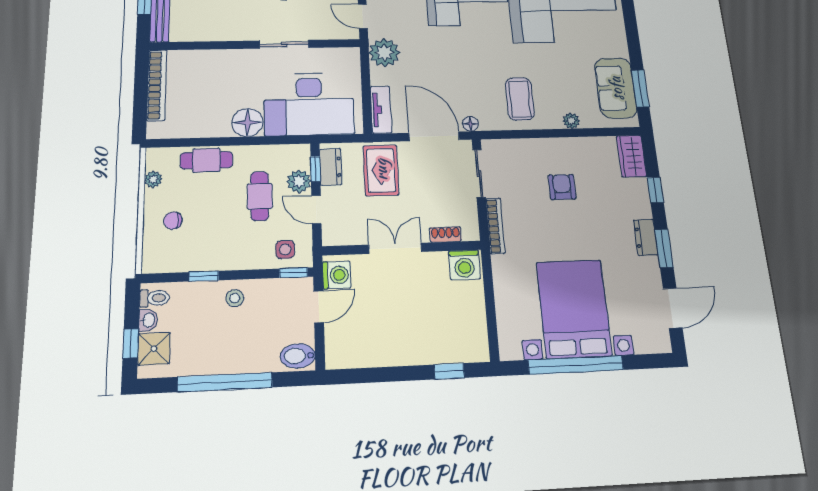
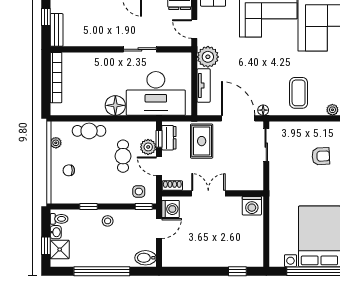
tv unit: (381, 110) -> (204, 86), moved
armchair: (562, 187) -> (321, 156), turned 87
bookcase: (495, 226) -> (274, 181), removed
shoe rack: (445, 234) -> (172, 186), moved

